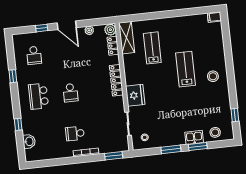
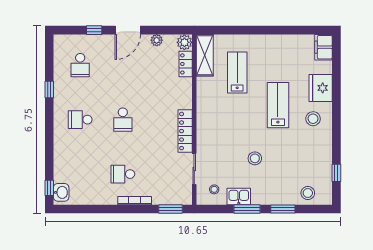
filing cabinet: (214, 17) -> (324, 47), width x2.00
door: (67, 25) -> (128, 30), hinge flipped
locker: (116, 80) -> (185, 131), moved
fridge: (135, 95) -> (321, 88), moved, turned 180
school desk: (38, 96) -> (80, 120), width x0.54
stool: (173, 111) -> (255, 158), added
window: (18, 124) -> (49, 188), moved
kitchen sink: (194, 137) -> (239, 197), moved
washbasin: (29, 141) -> (61, 192), moved

